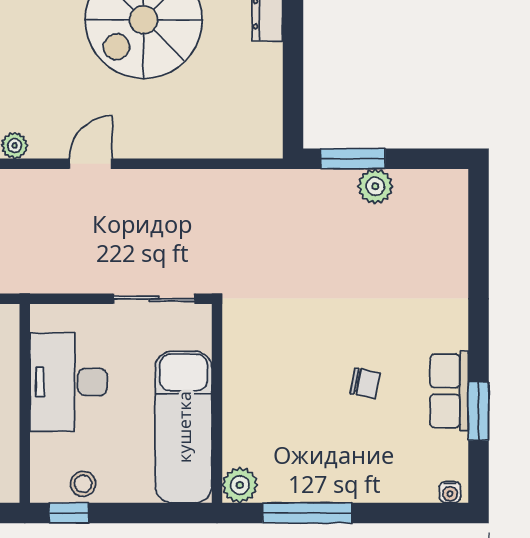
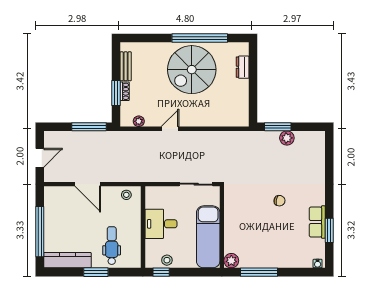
desk: (68, 382) -> (161, 224), width x0.73
chair: (365, 383) -> (280, 201), moved

